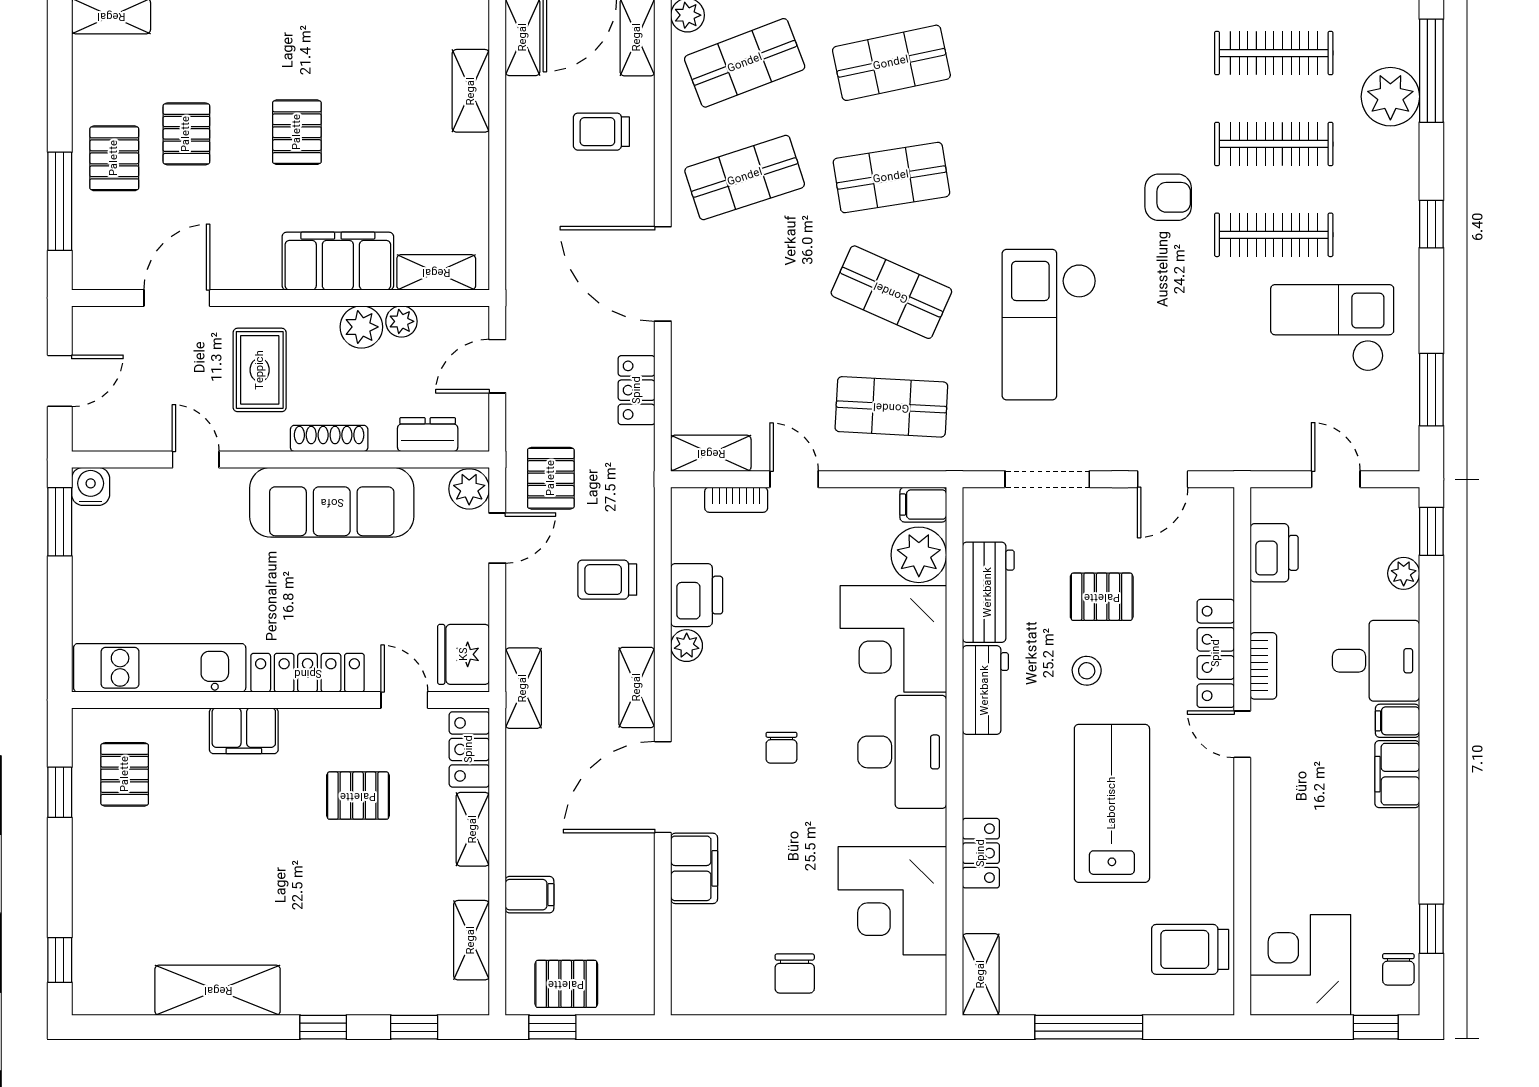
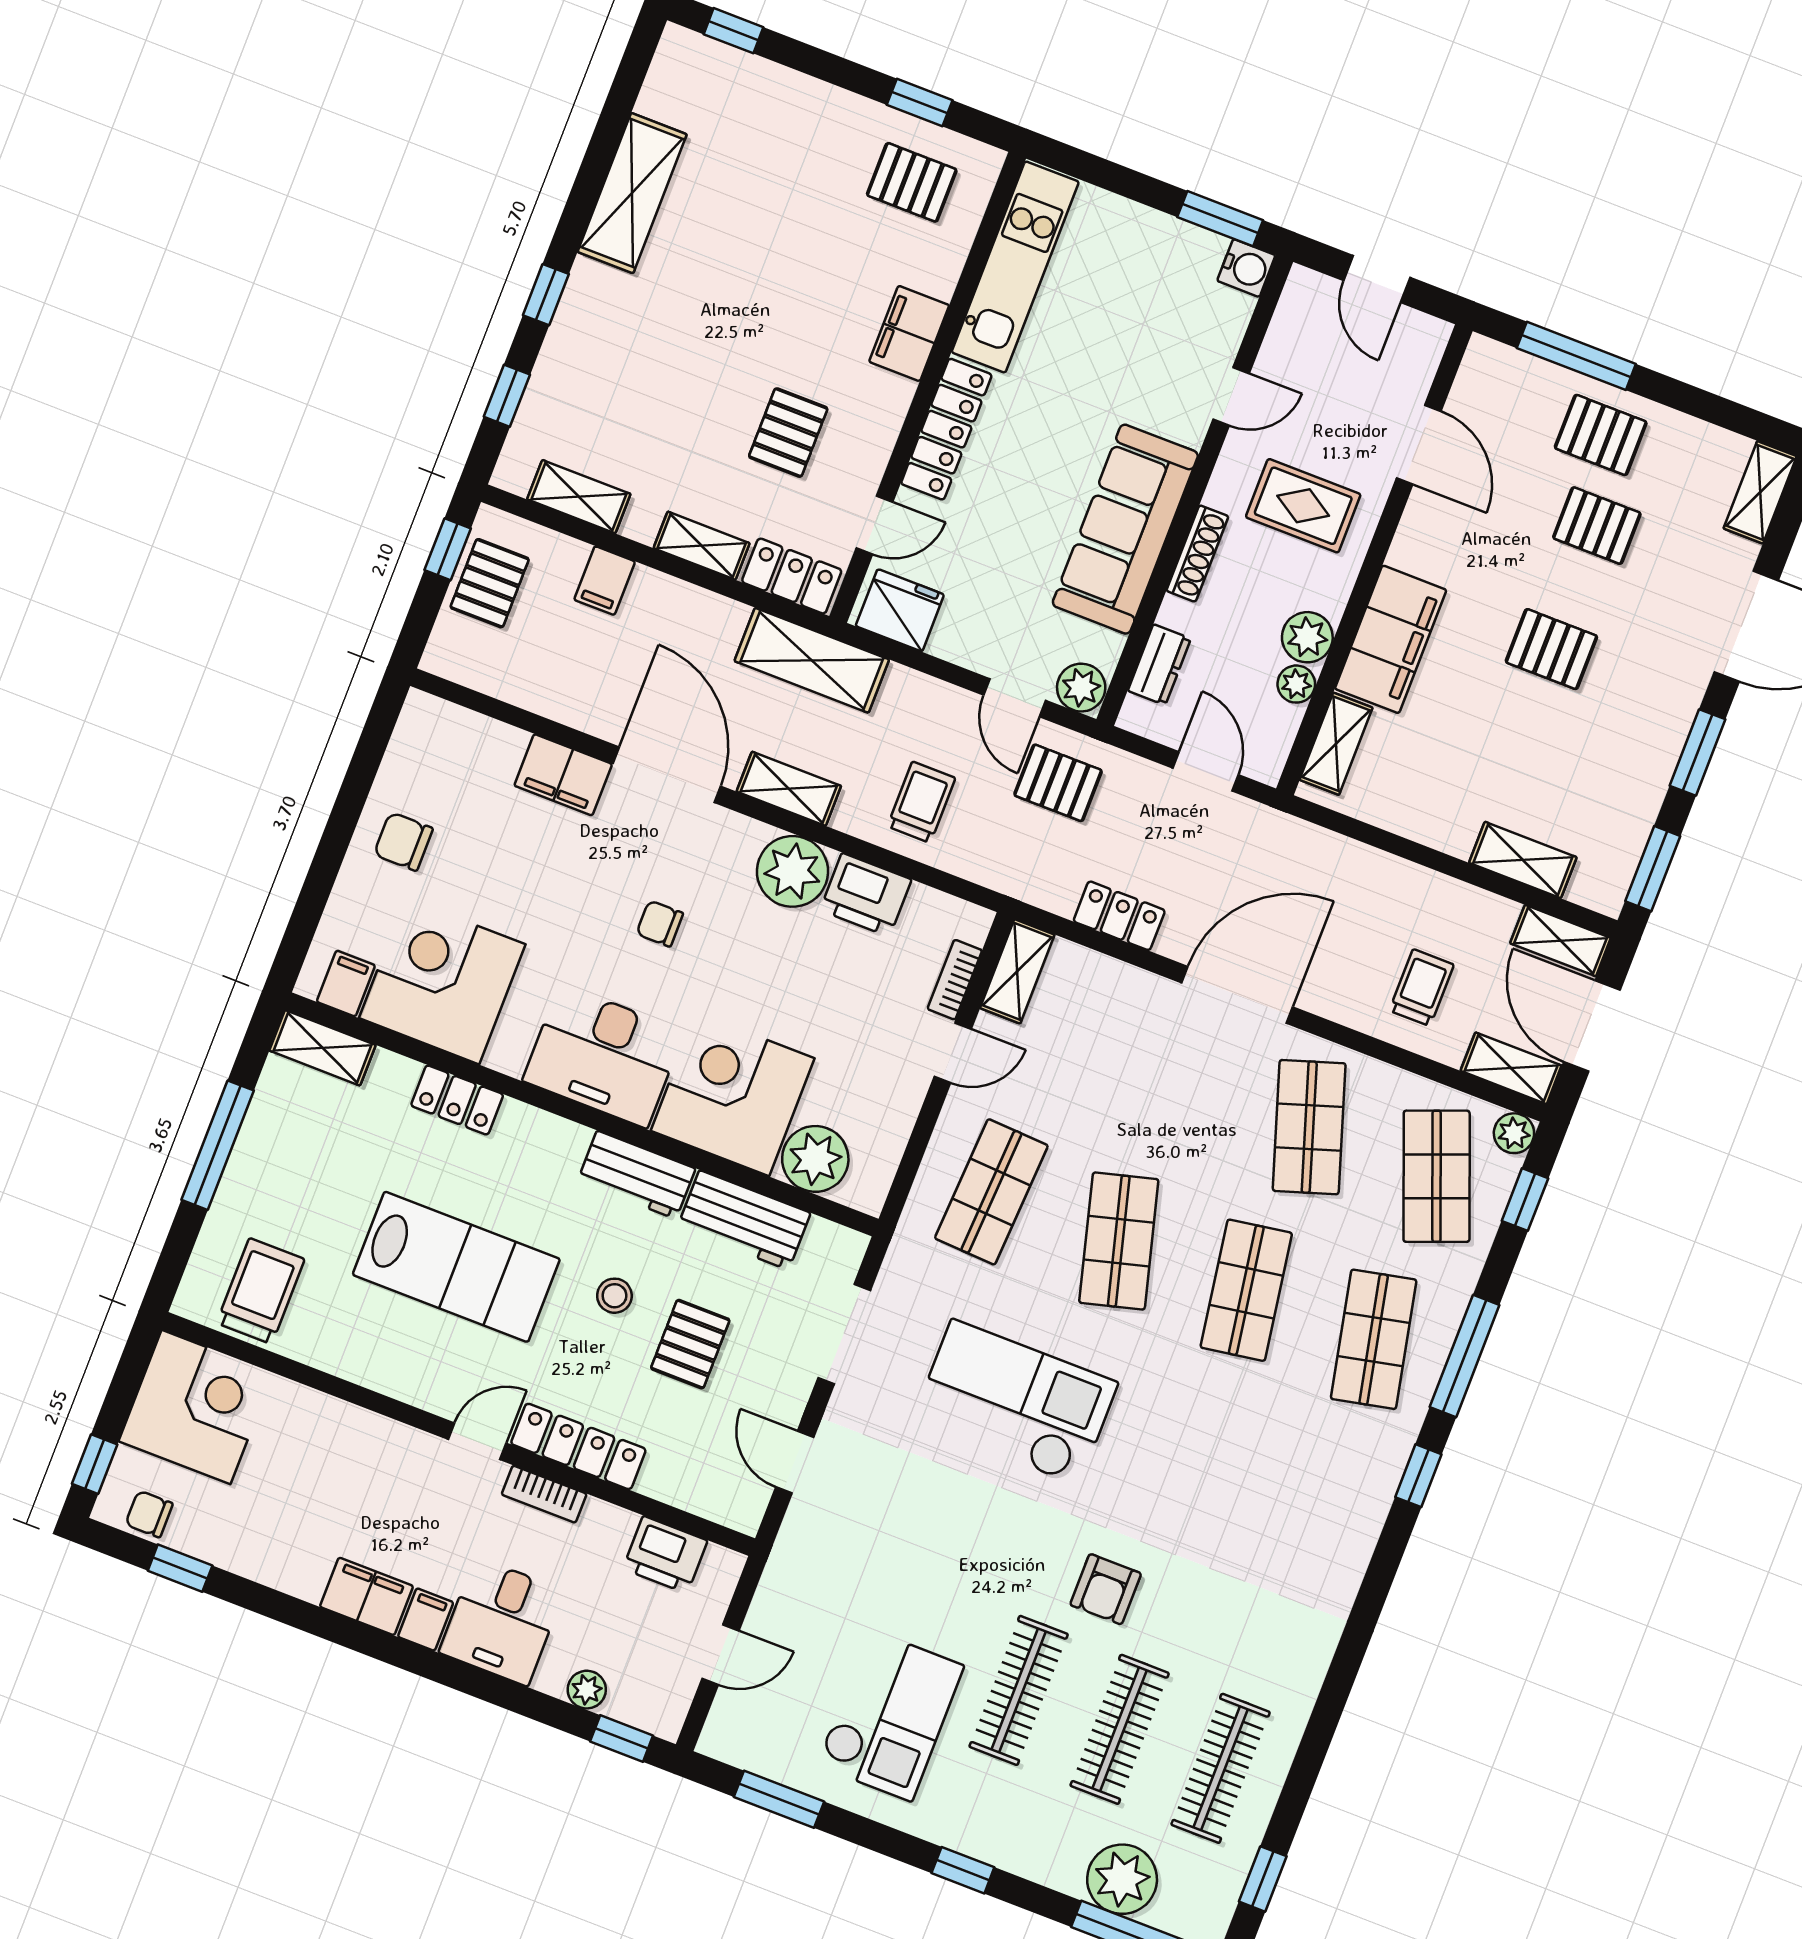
shop shelf: (891, 292) -> (1119, 1241), turned -39
filing cabinet: (923, 505) -> (346, 983), moved
plant: (687, 646) -> (793, 871), width x1.87, depth x1.87
shelving: (523, 688) -> (812, 660), width x1.50, depth x1.33

